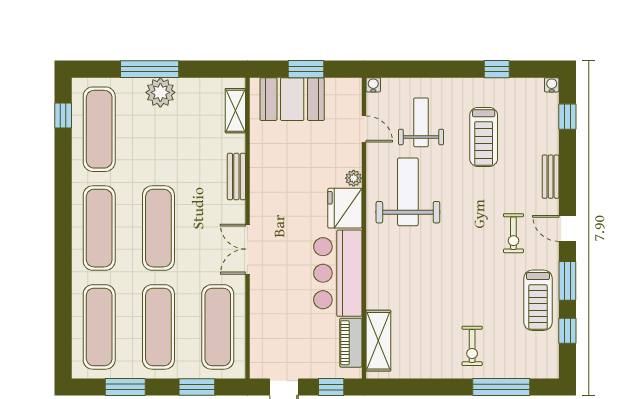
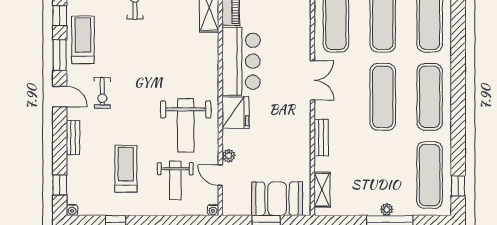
plant: (160, 92) -> (387, 209), width x0.53, depth x0.53
plant: (354, 178) -> (229, 156), moved
exercise bike: (513, 233) -> (102, 93), turned 180

